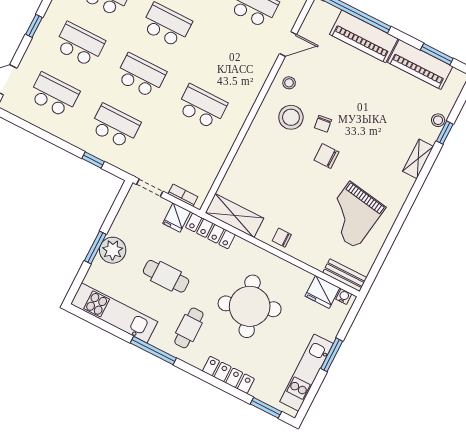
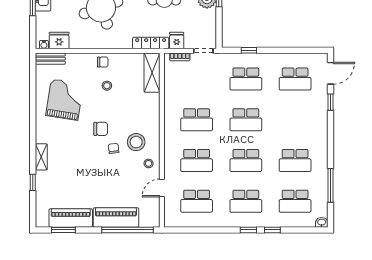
window: (34, 26) -> (330, 102), moved
school desk: (80, 44) -> (197, 160), moved
stool: (438, 120) -> (107, 86), moved
shelving: (235, 216) -> (152, 73), moved, turned 90

